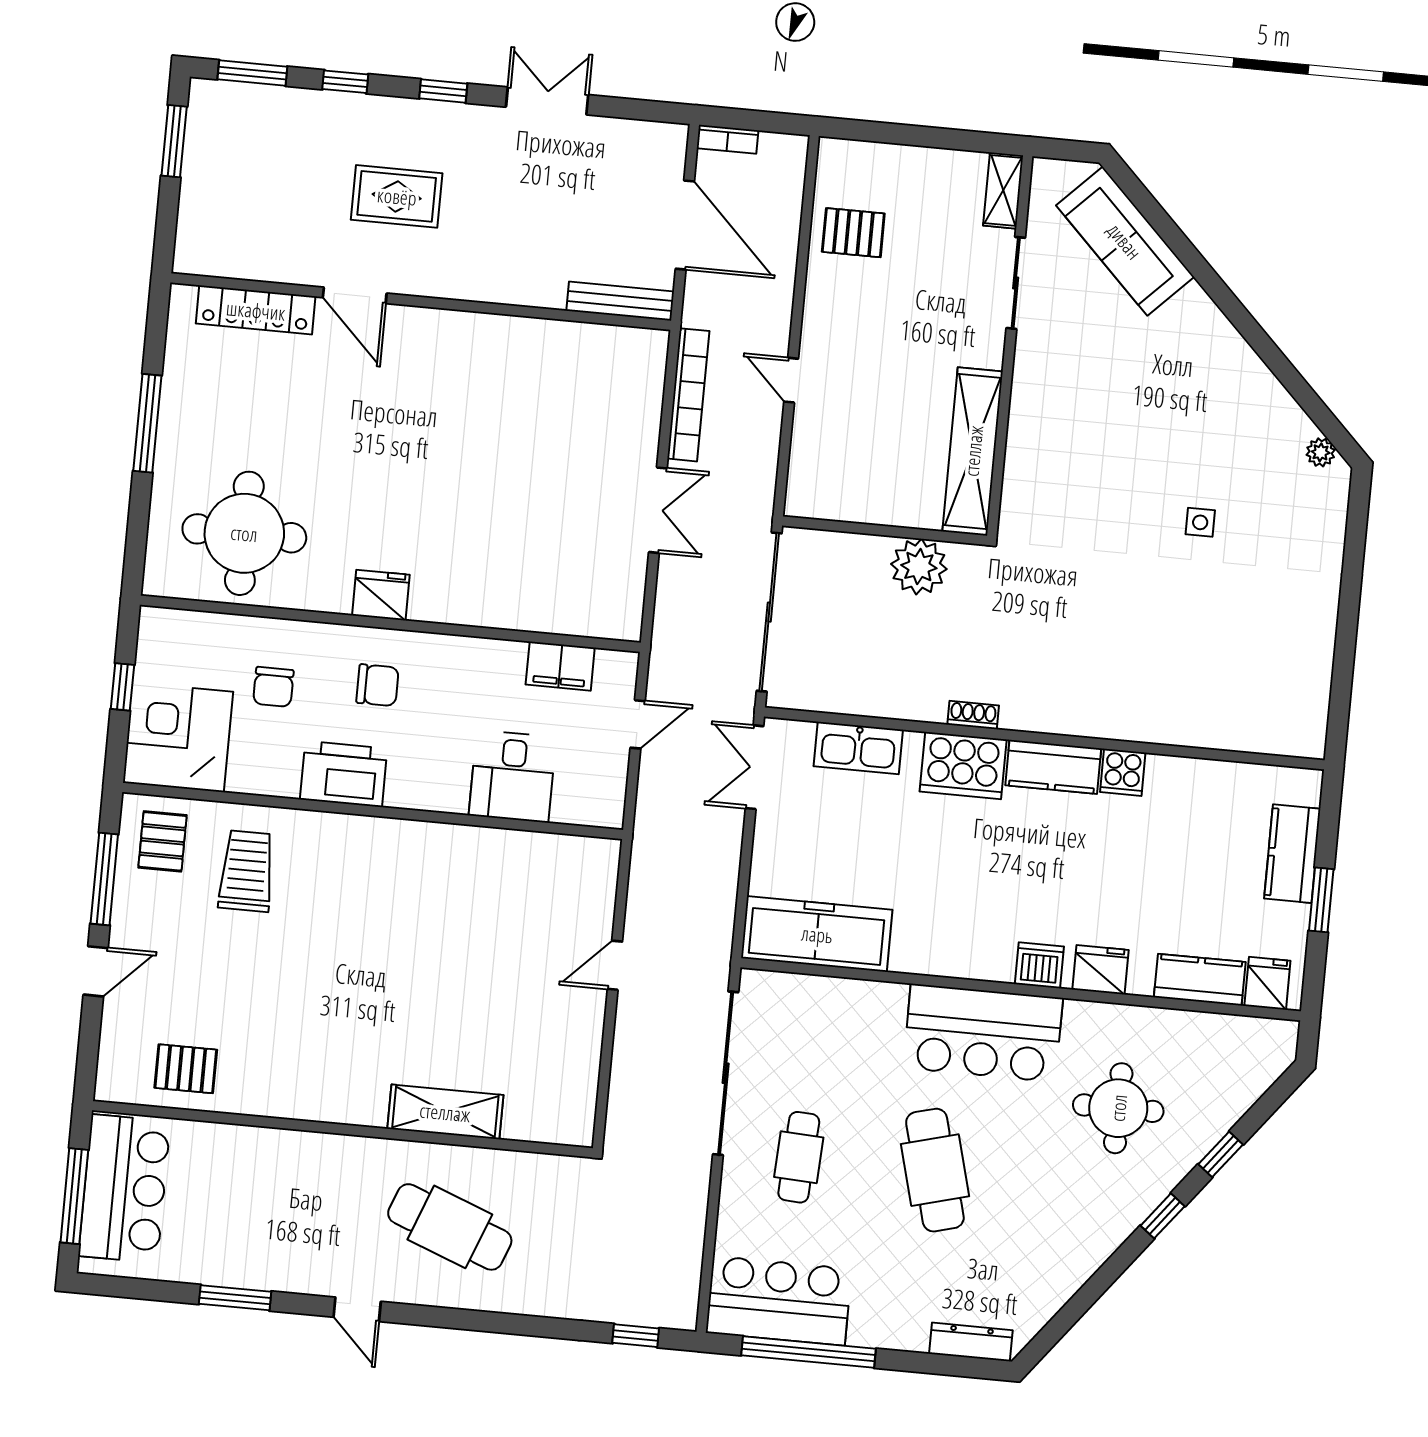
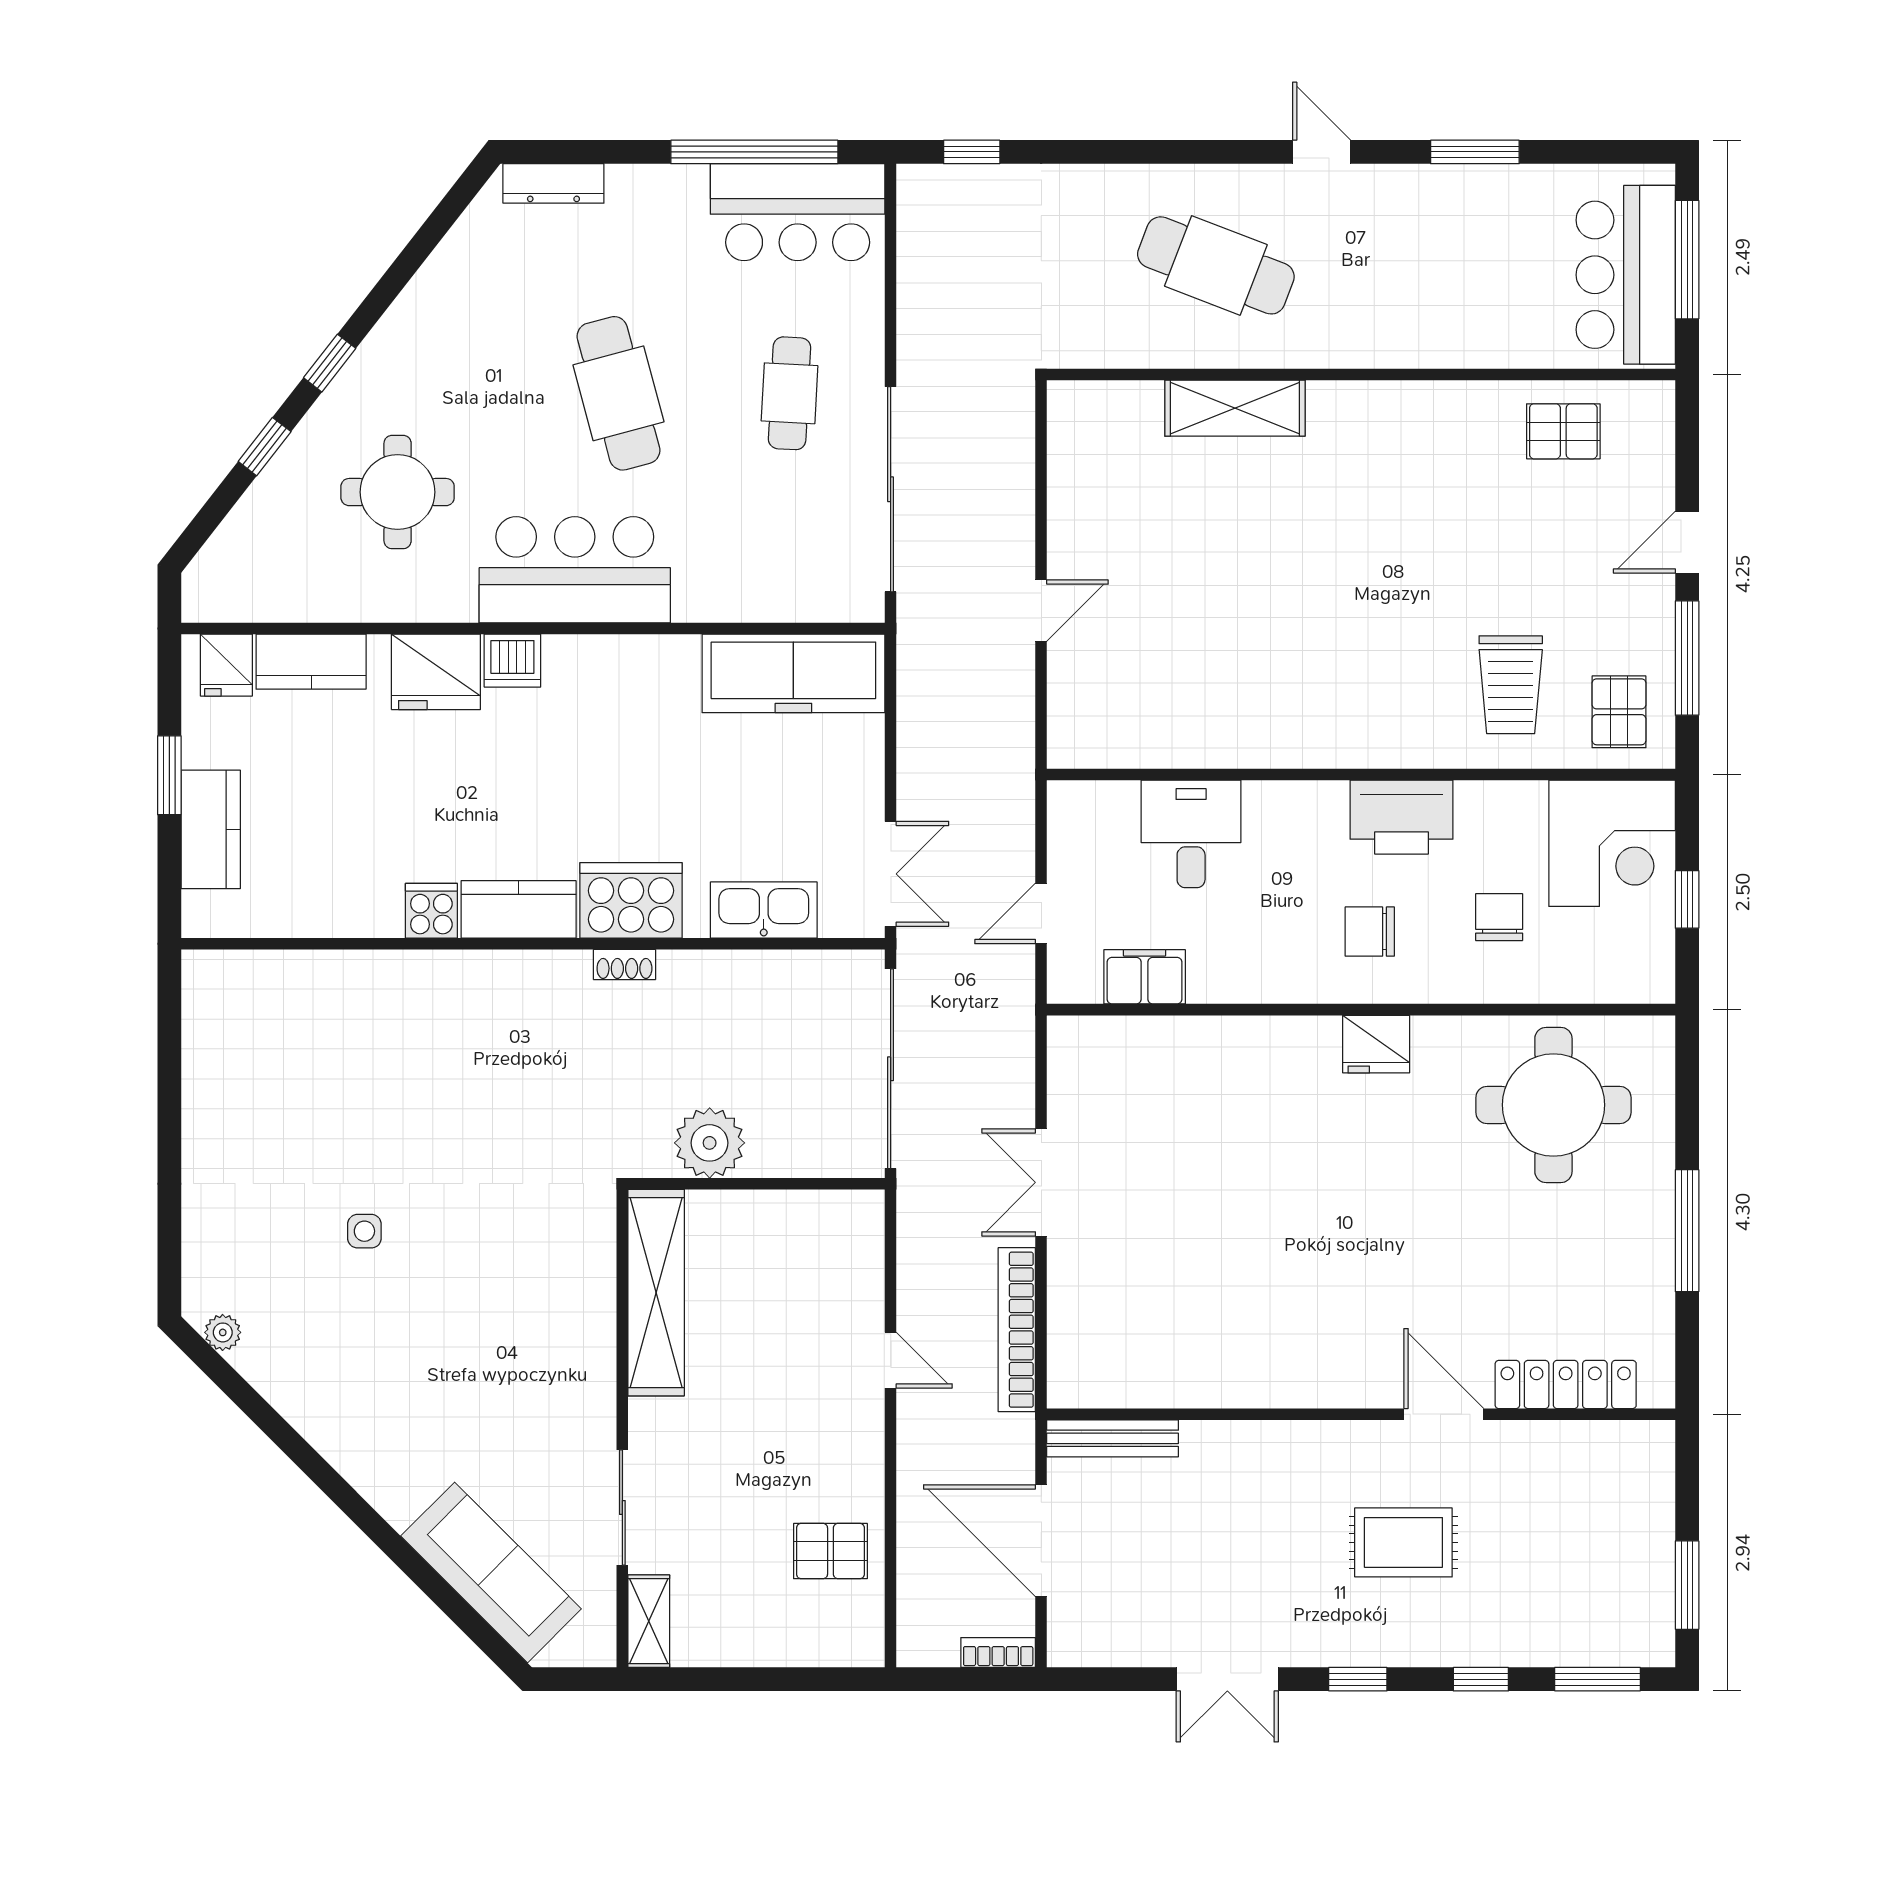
fridge: (1100, 970) -> (436, 672), width x1.36, depth x1.34

